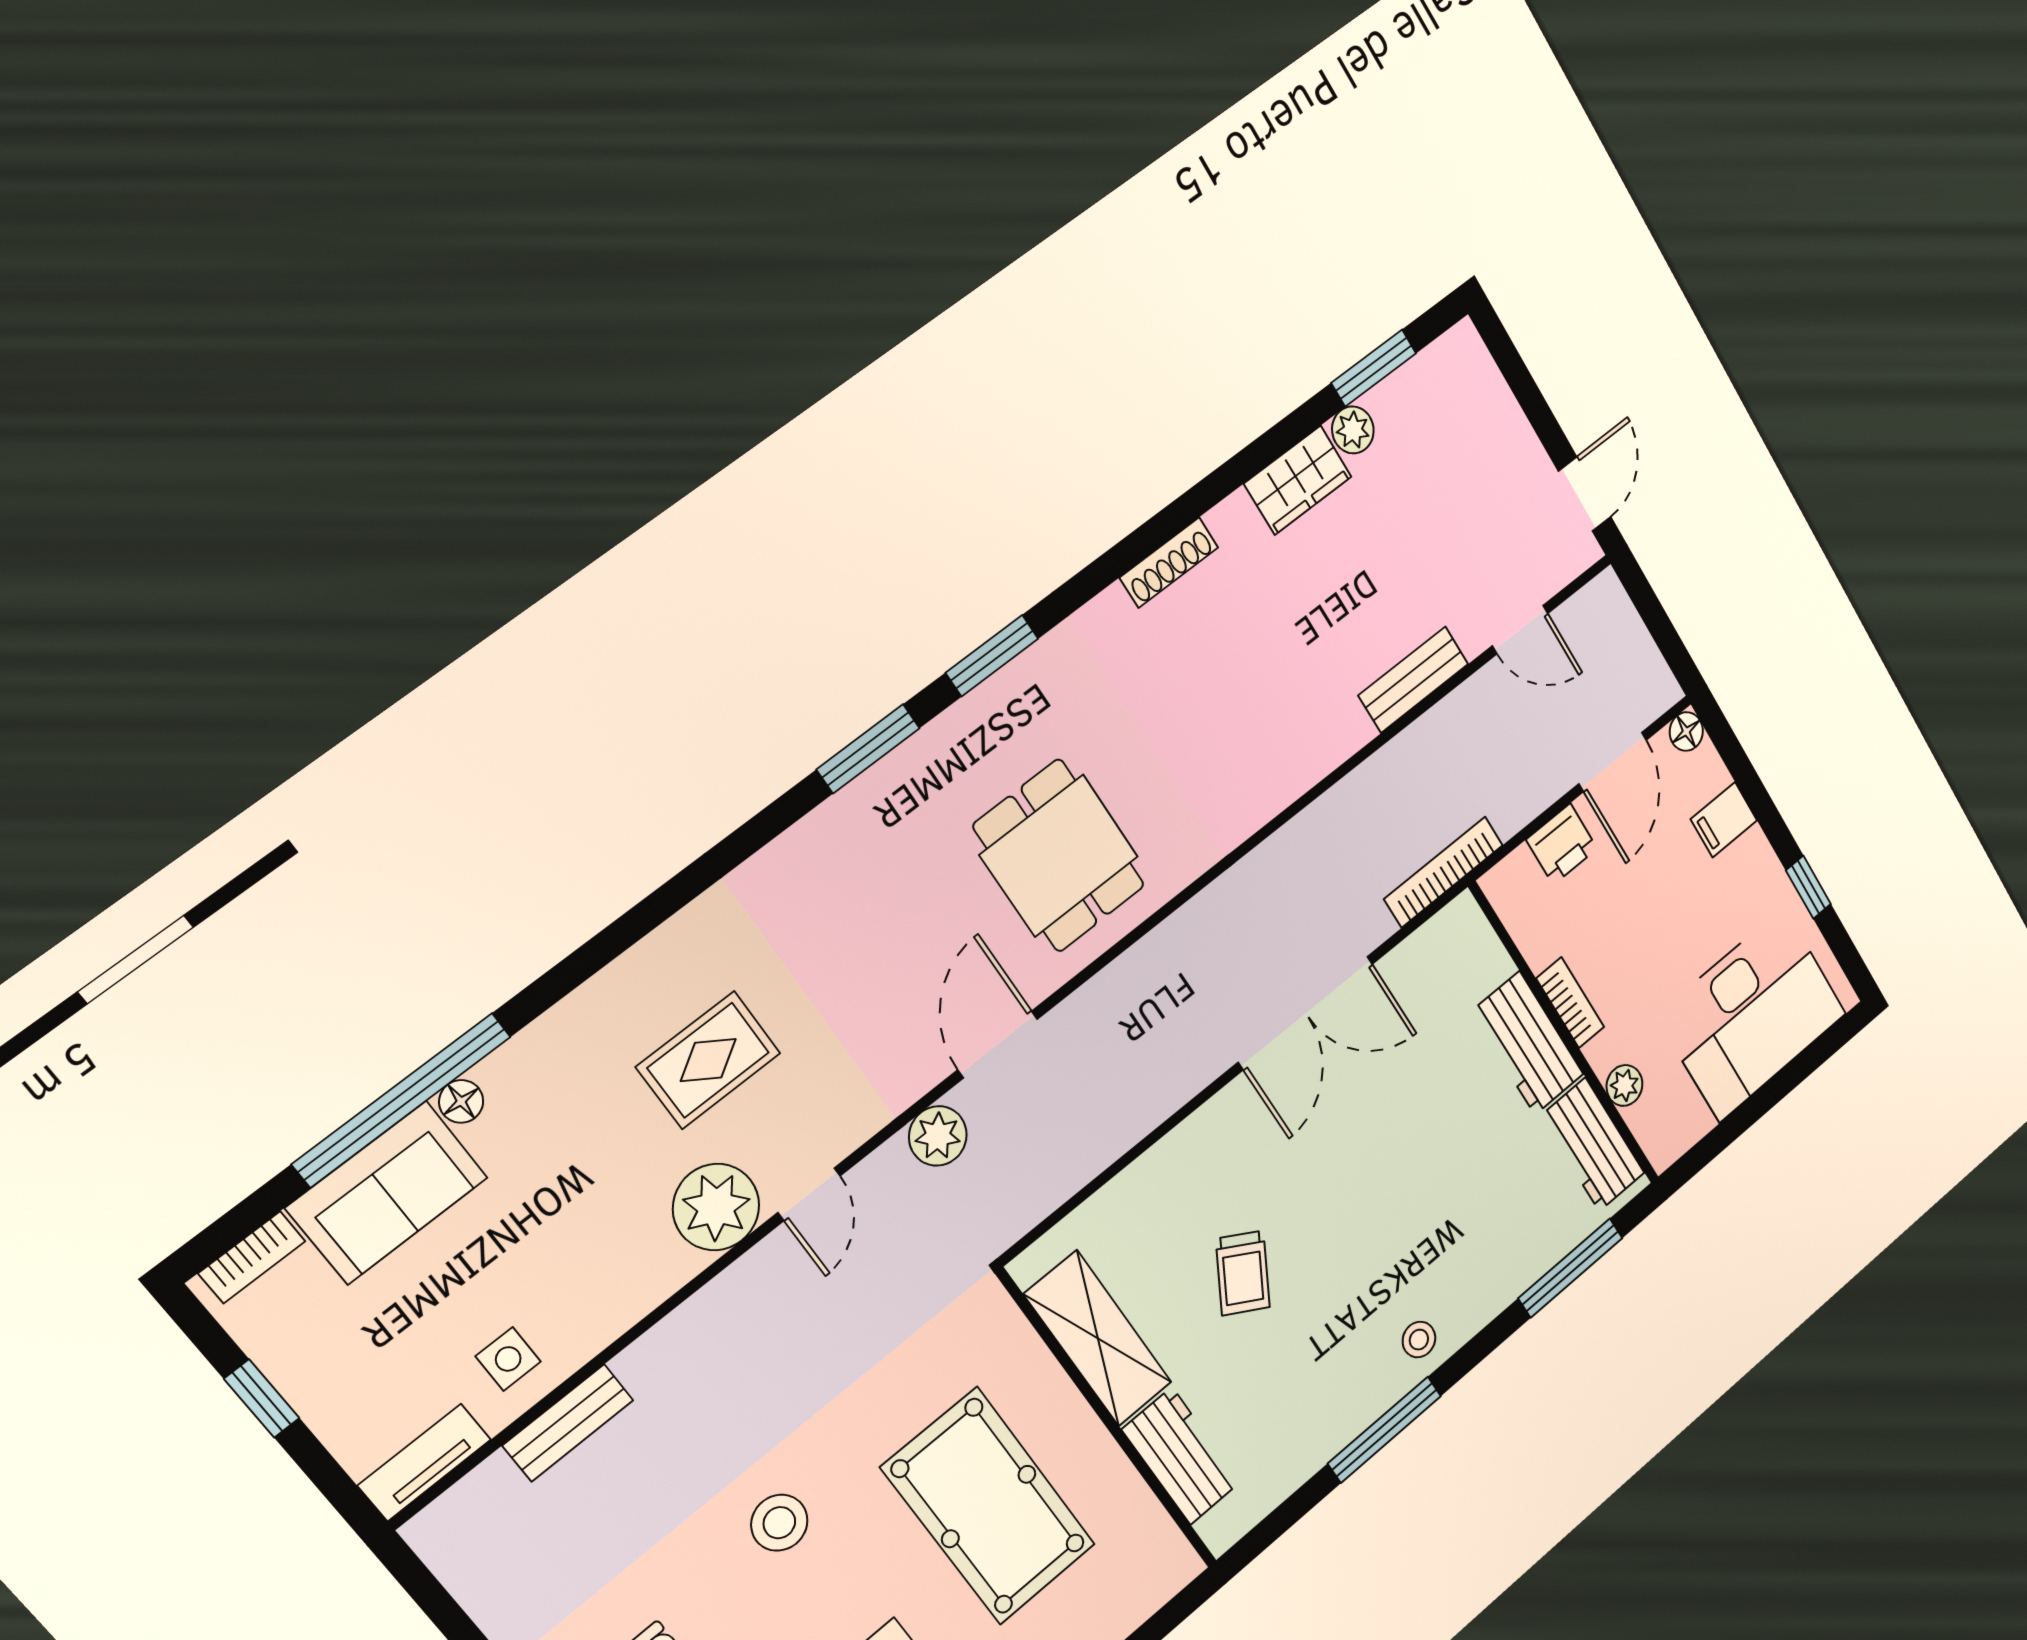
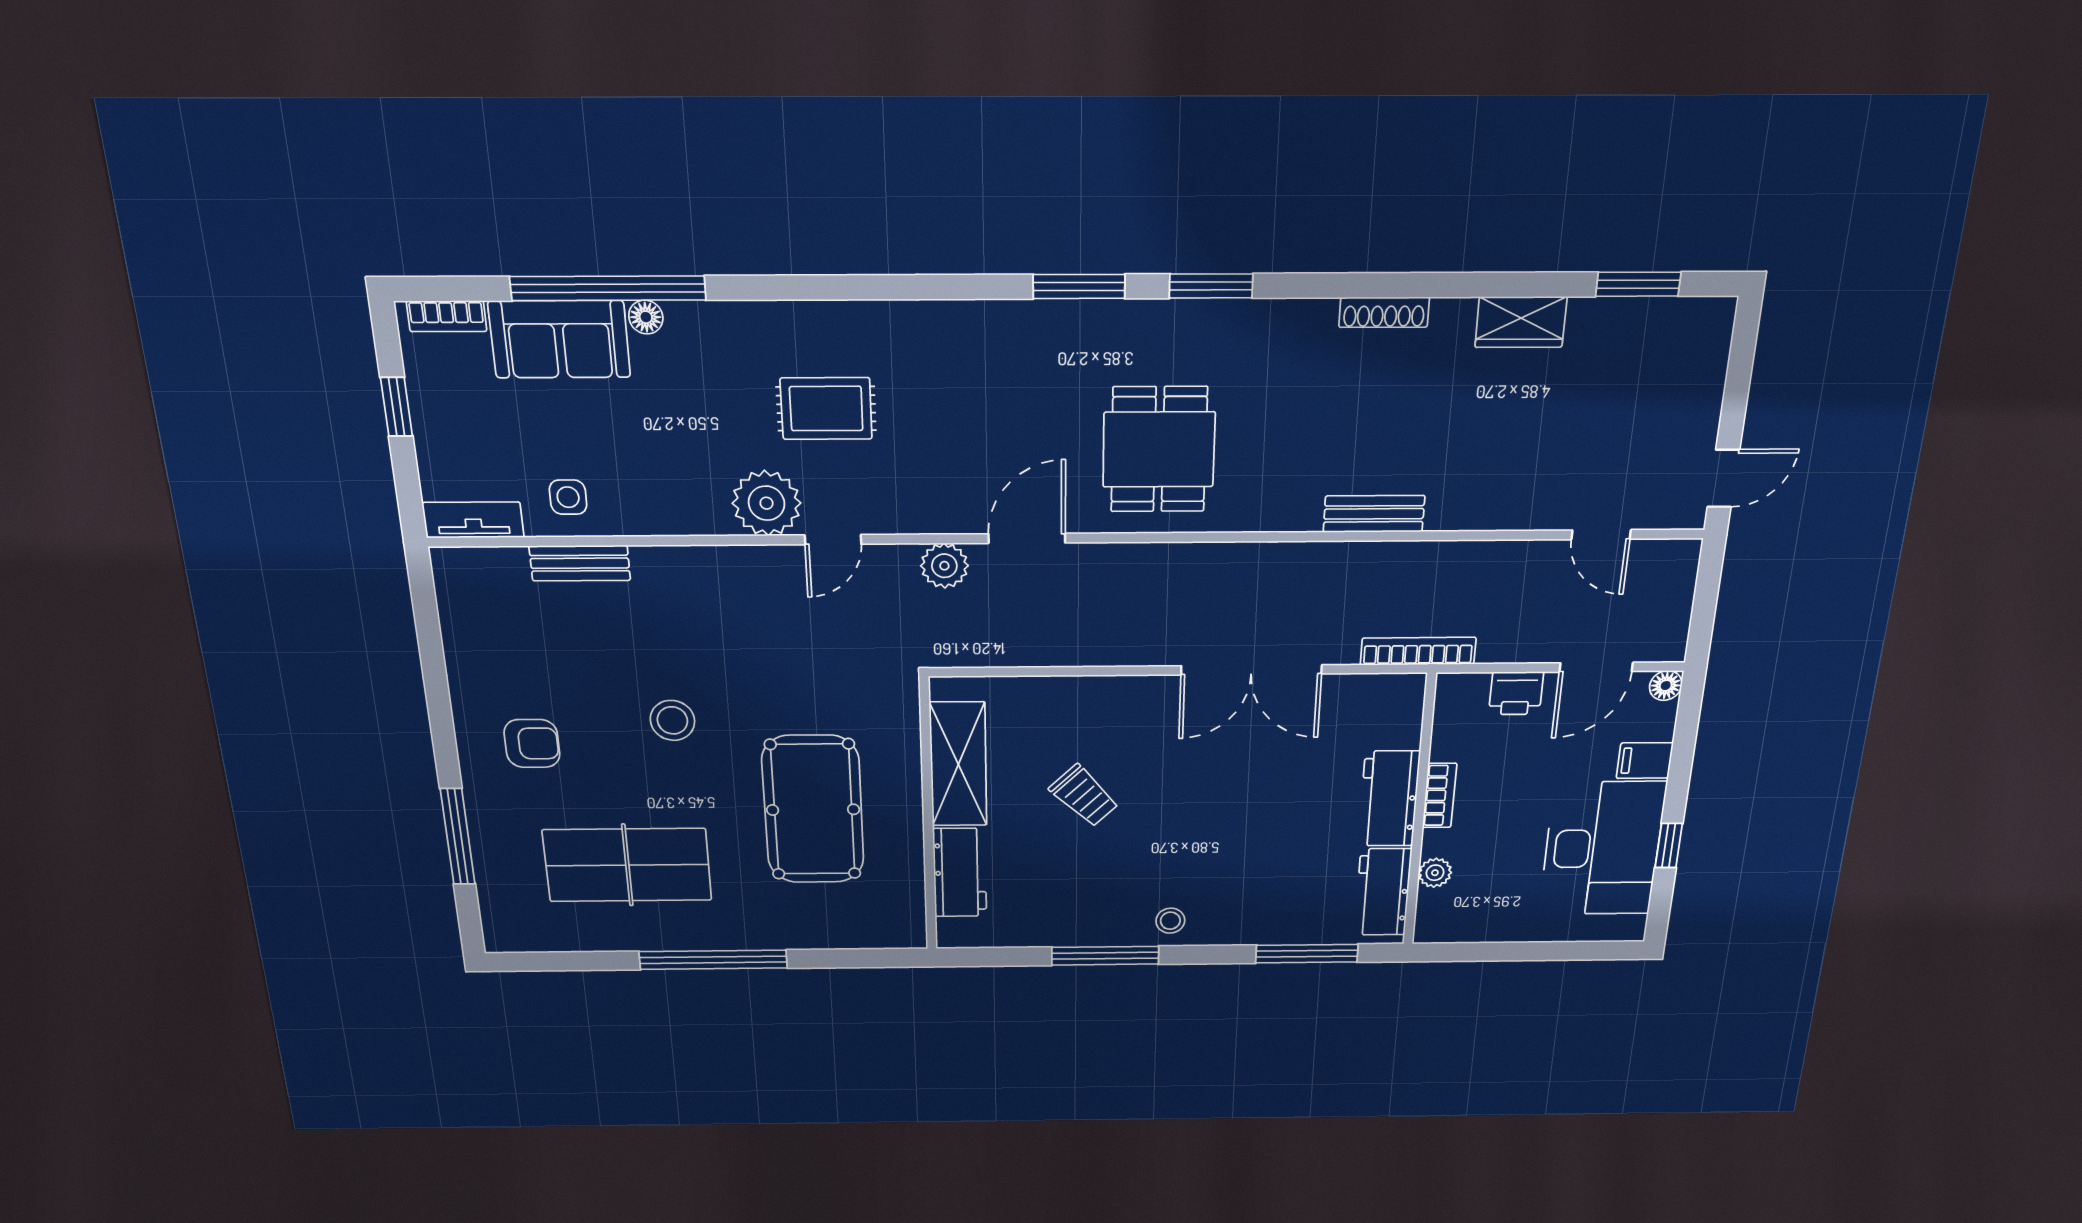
plant: (1353, 430) -> (1589, 316), removed
bench: (1413, 680) -> (1374, 514), moved
desk: (1752, 1015) -> (1602, 849), moved, turned -90
trolley: (1243, 1273) -> (1084, 796), turned -74

